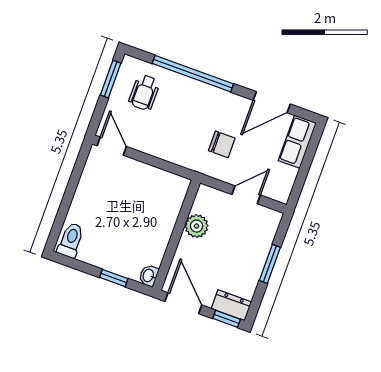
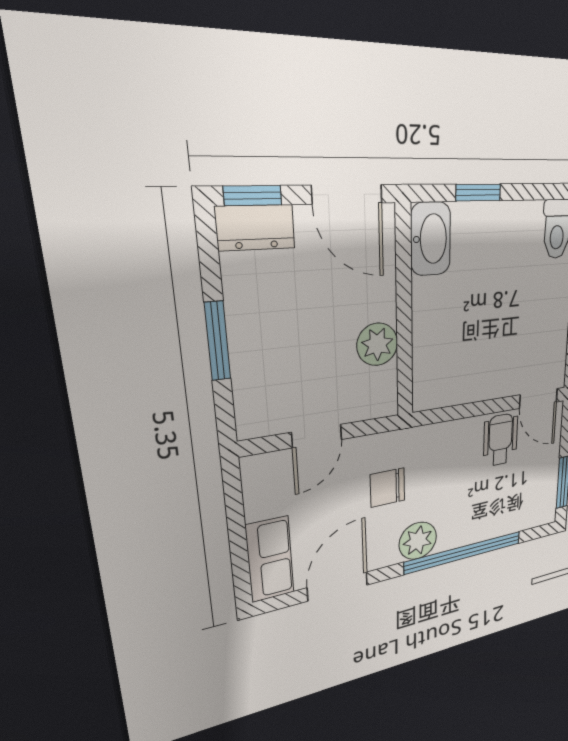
wheelchair: (144, 92) -> (501, 440), moved
plant: (217, 100) -> (418, 541), added
washbasin: (149, 276) -> (431, 239), width x1.91, depth x1.45

